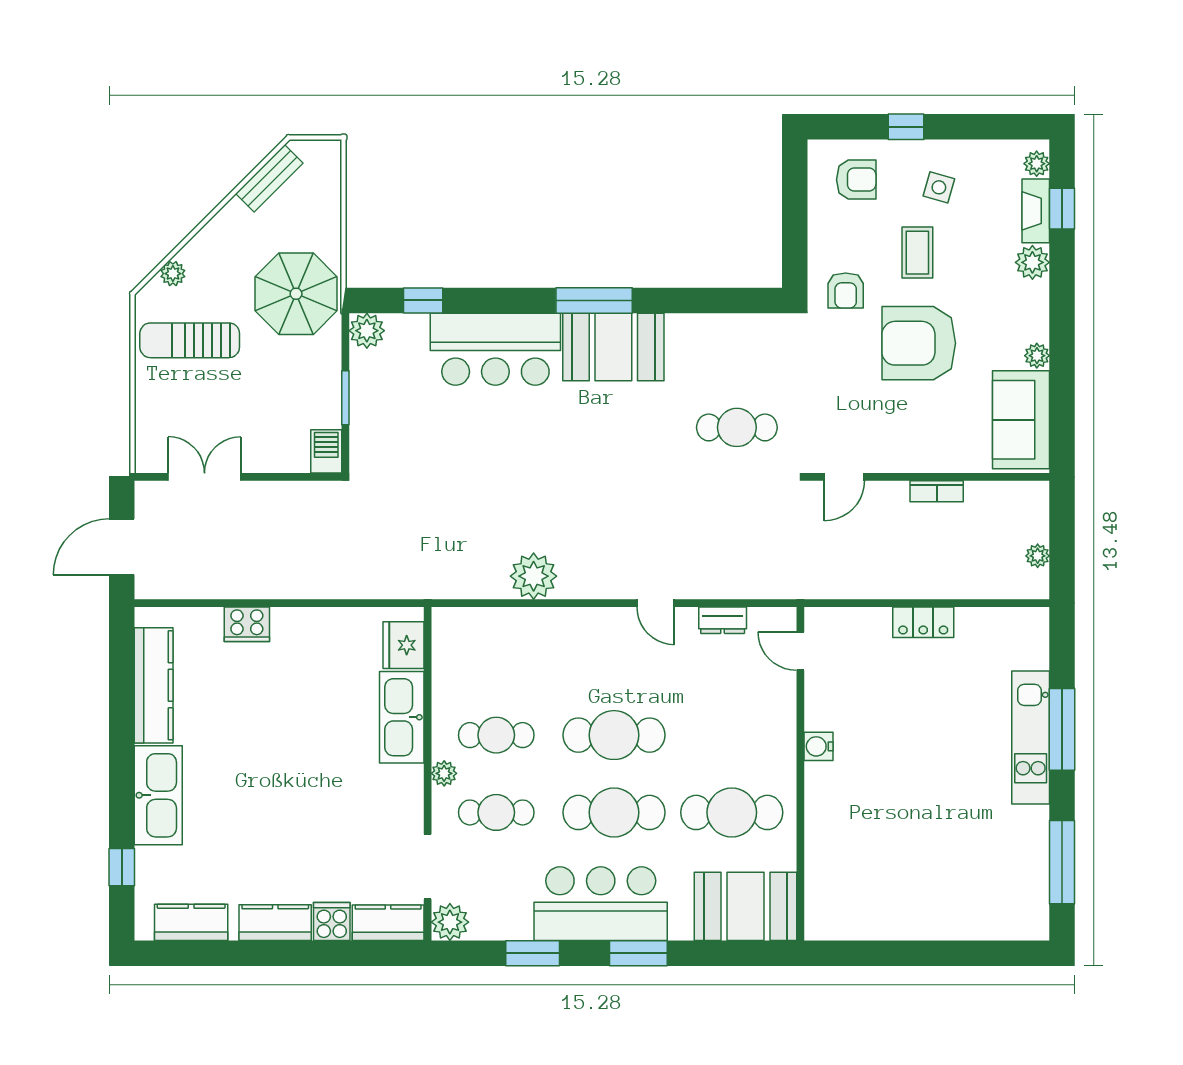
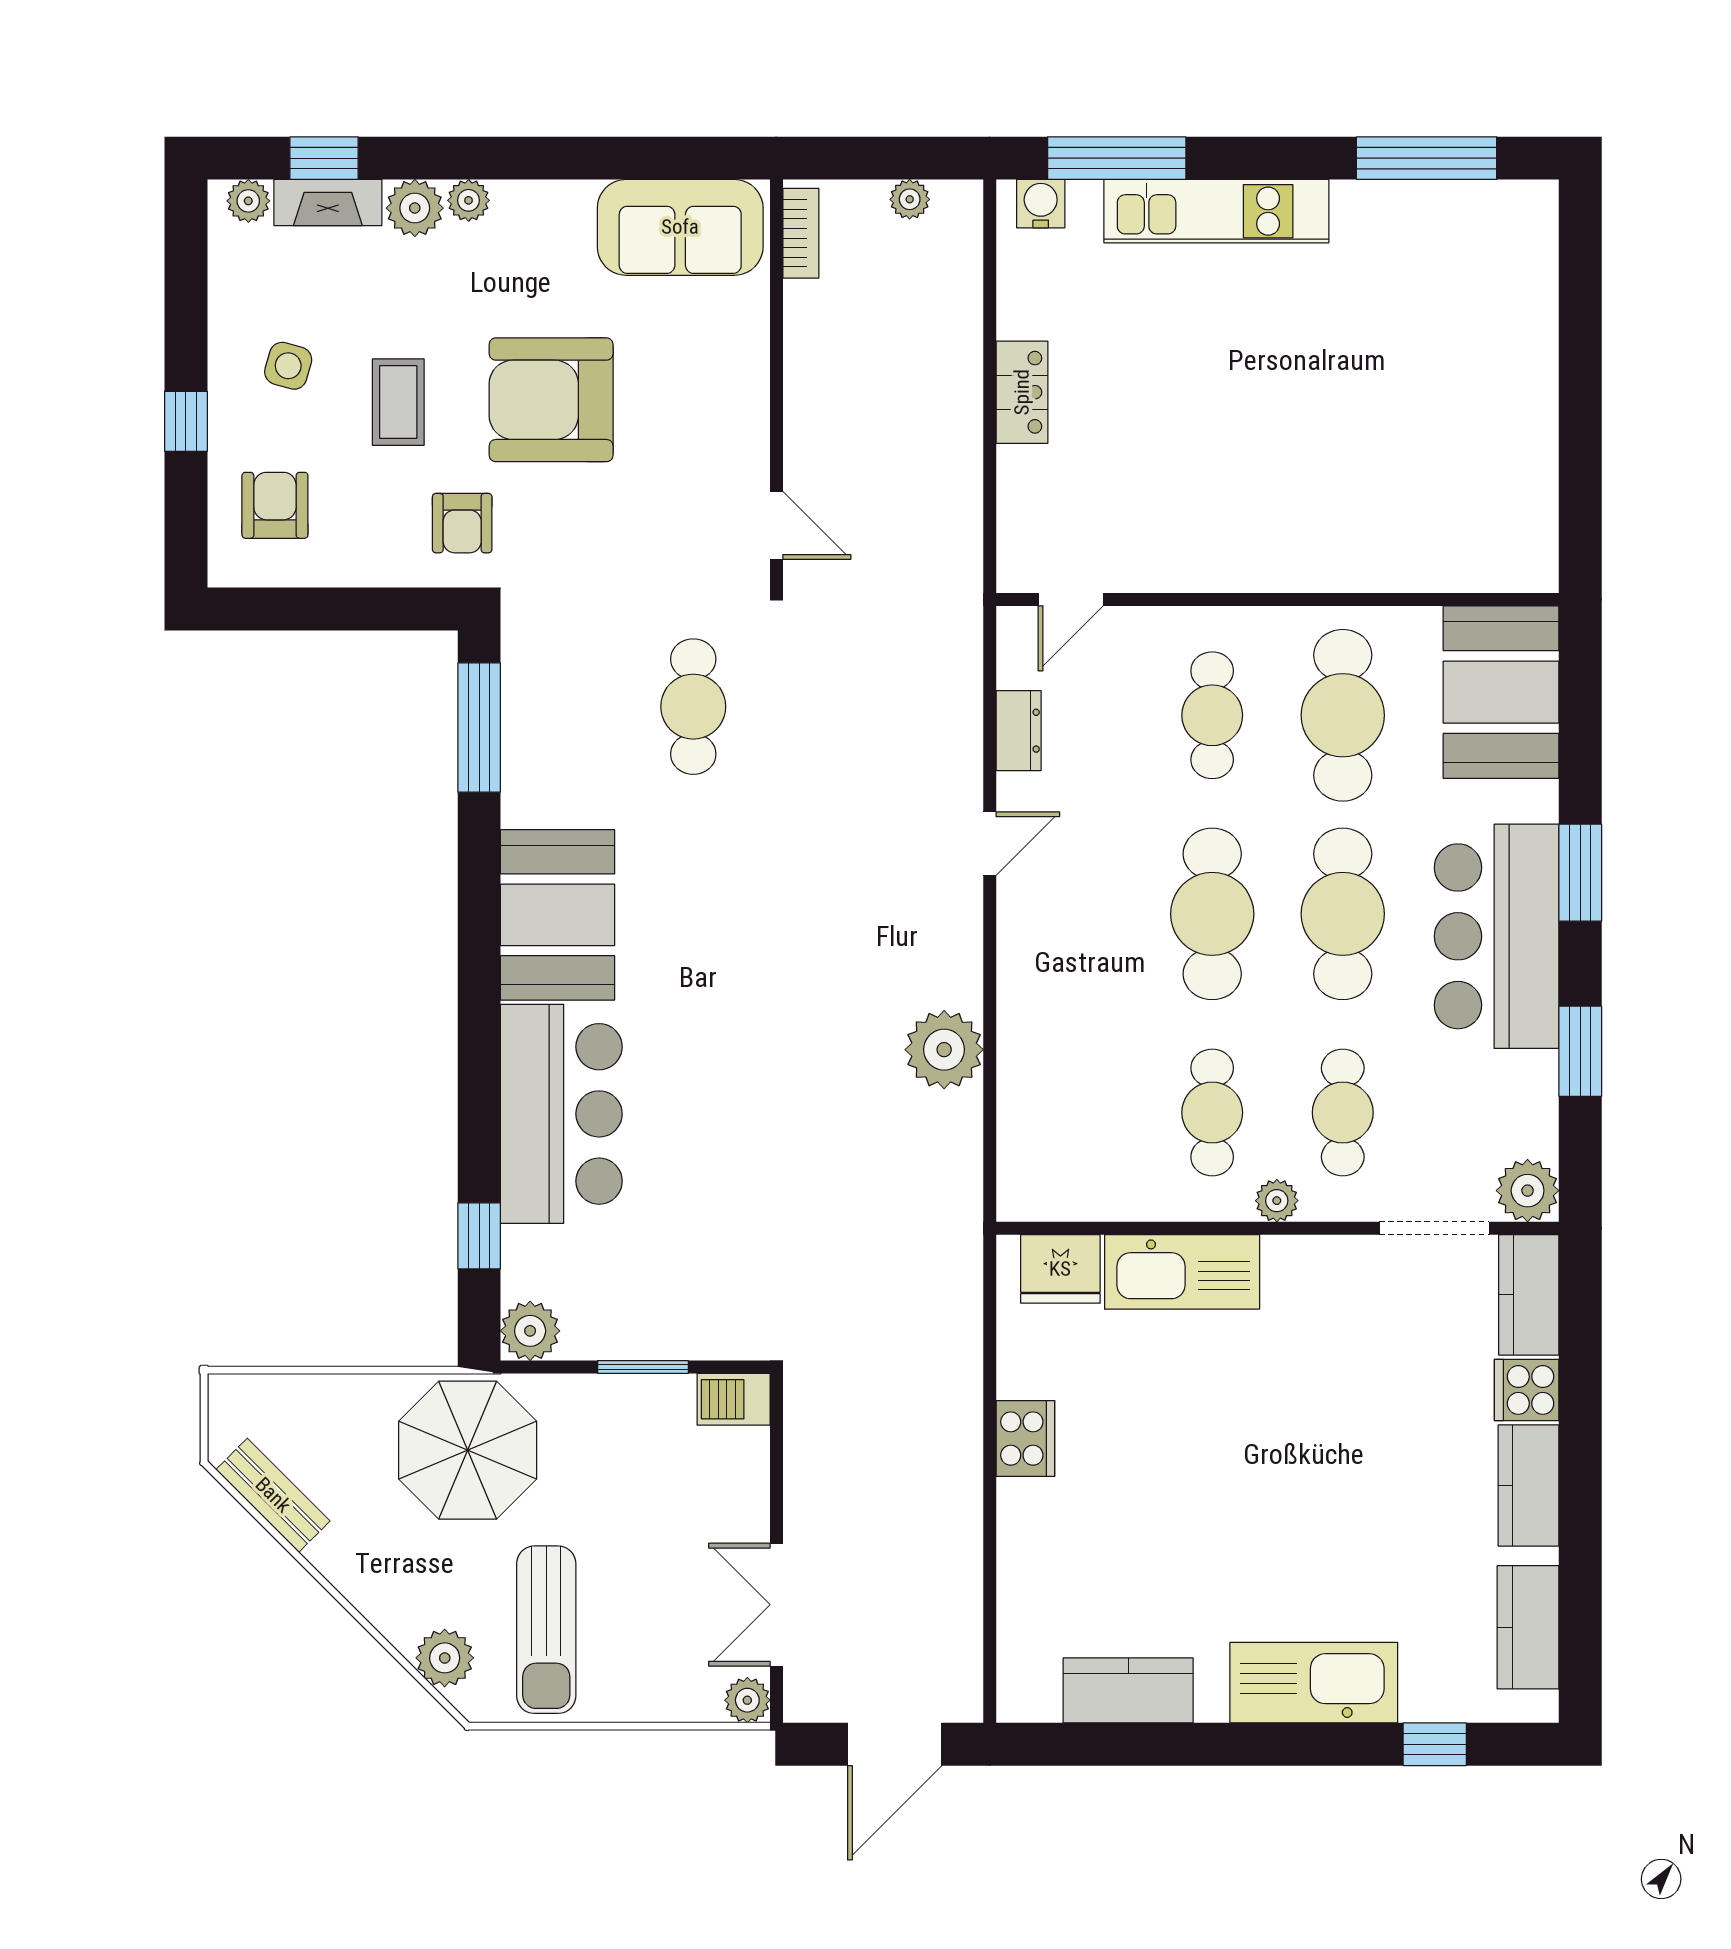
coffee table: (917, 253) -> (398, 402), turned 90
plant: (173, 274) -> (445, 1658), width x1.38, depth x1.38
armchair: (846, 290) -> (462, 523), turned 90
window: (594, 300) -> (479, 728), moved
armchair: (919, 343) -> (551, 400), turned 90
plant: (1037, 356) -> (469, 200), moved
plant: (148, 460) -> (747, 1700), added
bookcase: (937, 491) -> (801, 233), moved
door: (122, 547) -> (895, 1744), hinge flipped
cooker: (247, 624) -> (1025, 1439), moved
kitchen counter: (154, 685) -> (1128, 1690), width x0.67
window: (1062, 729) -> (1117, 158), moved
cafe table: (732, 735) -> (1212, 715), added
water cooler: (819, 746) -> (1041, 204), moved, turned 180

